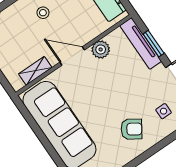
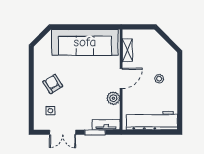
tv unit: (141, 44) -> (106, 125), width x0.71
armchair: (131, 129) -> (53, 84), turned 115

